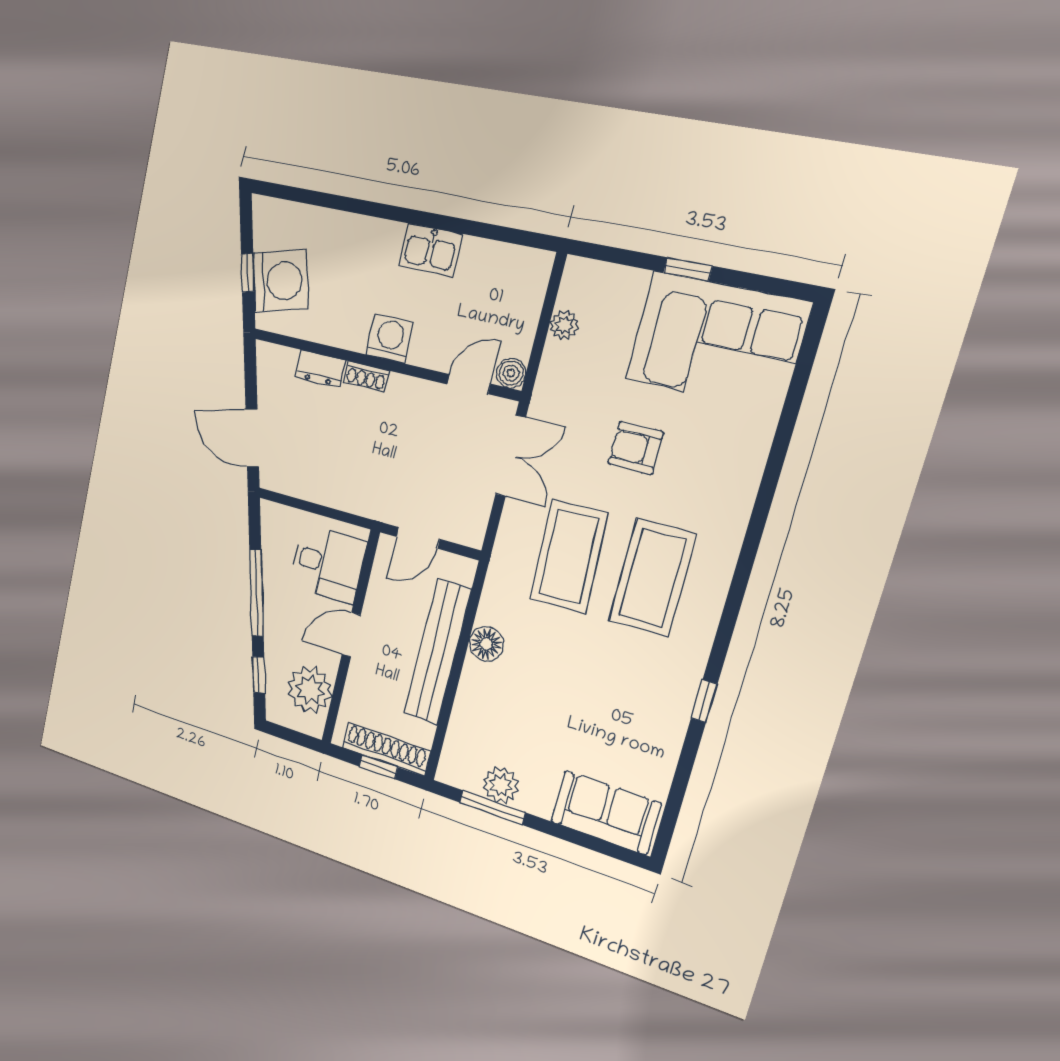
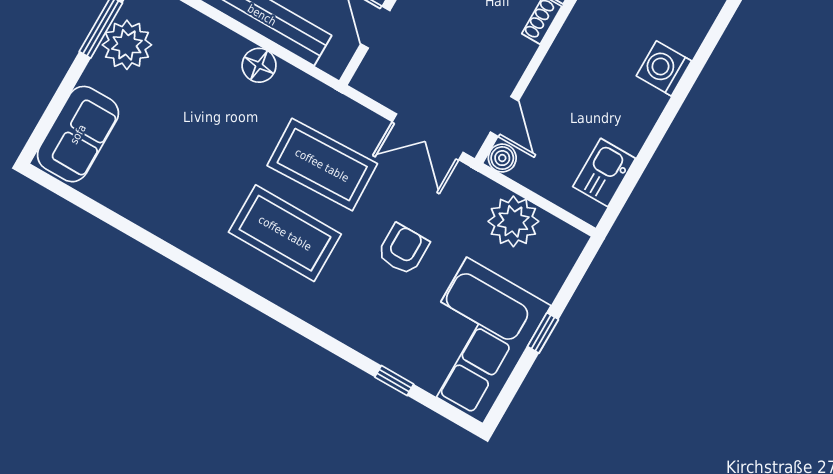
kitchen sink: (430, 250) -> (604, 173), moved
plant: (564, 325) -> (513, 221), width x1.88, depth x1.88
washing machine: (390, 338) -> (664, 68), moved, turned 180
window: (704, 701) -> (394, 381), moved
plant: (501, 785) -> (127, 45), width x1.36, depth x1.36

